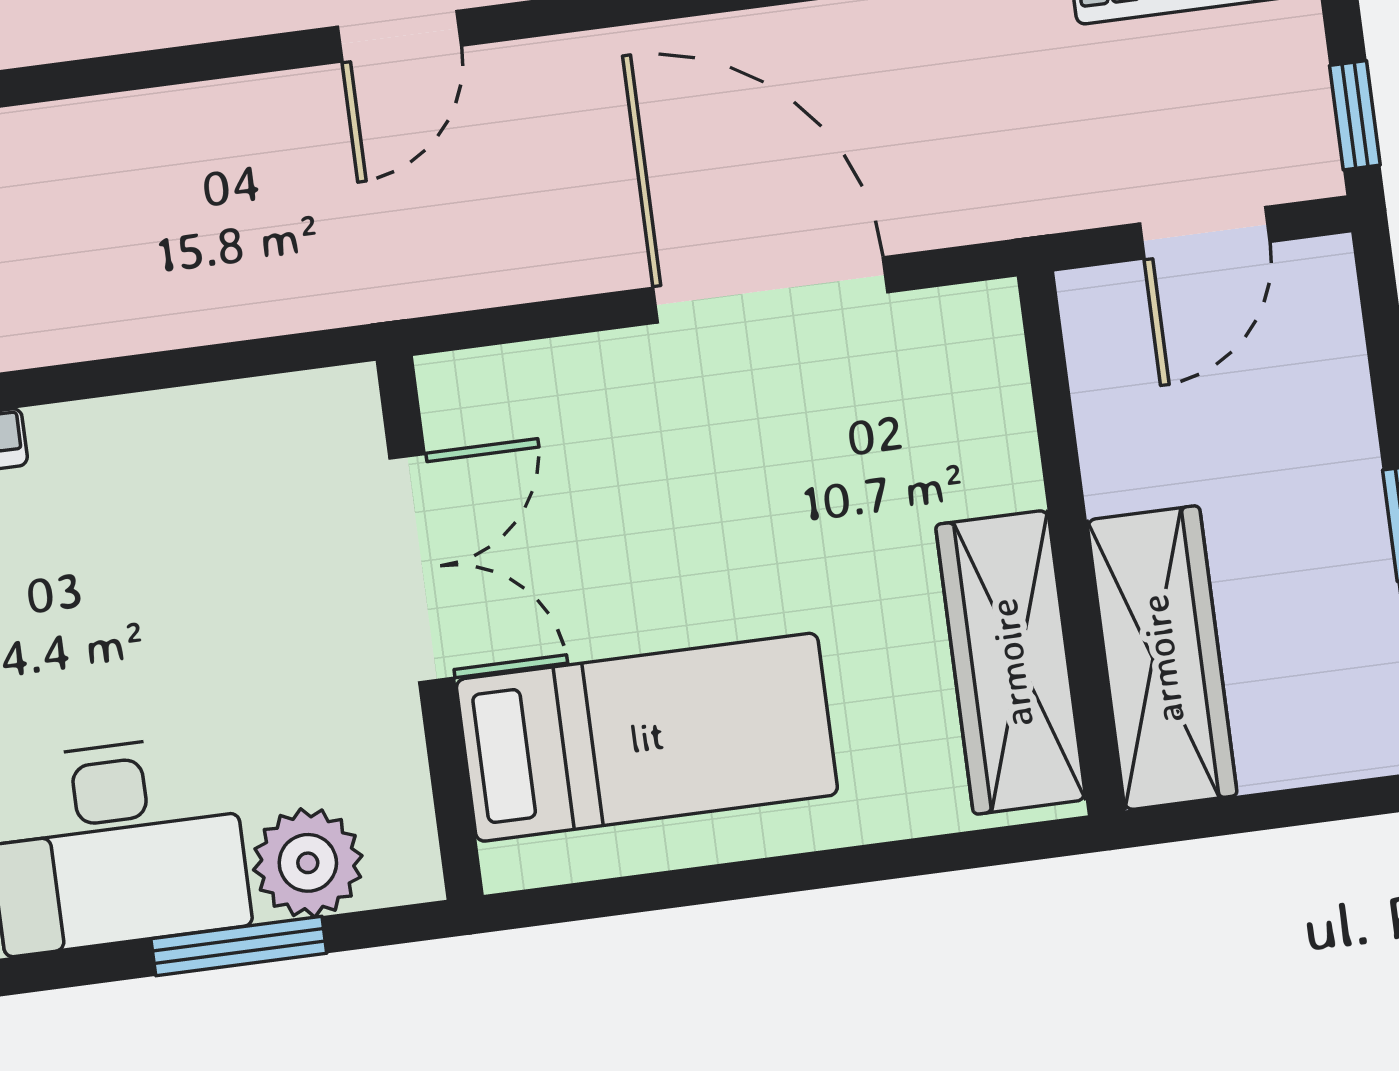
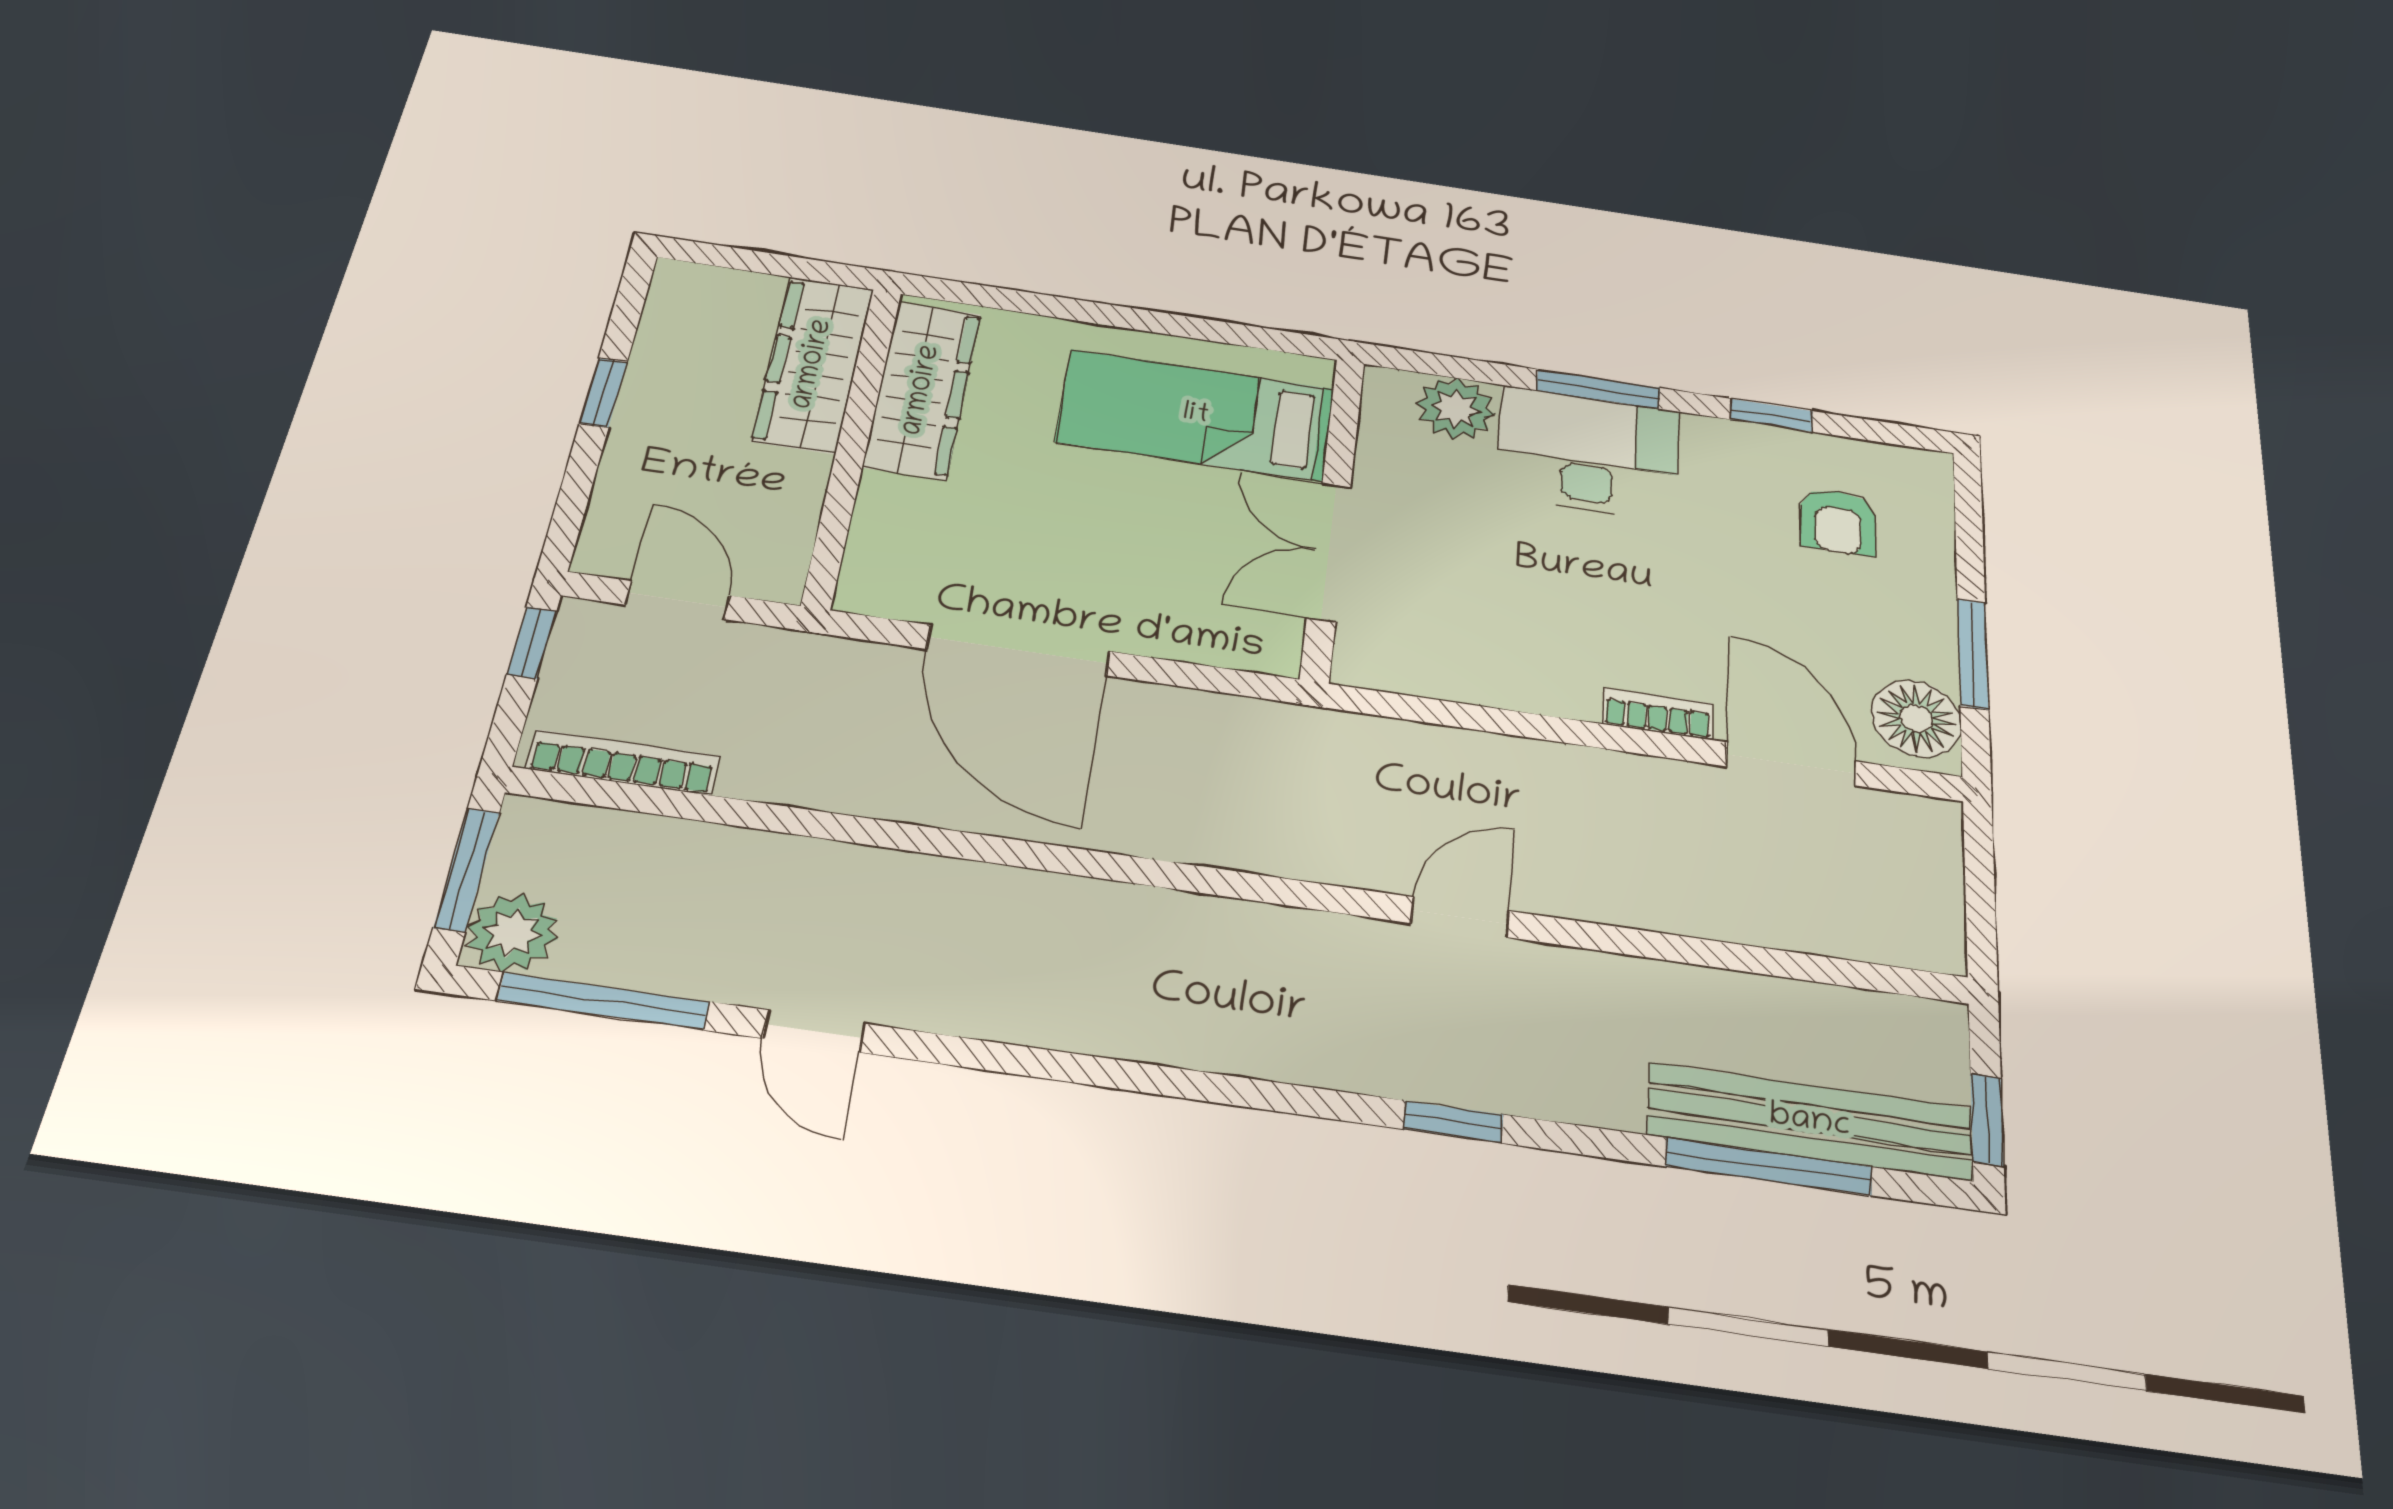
door: (399, 36) -> (1460, 917), moved
door: (1205, 233) -> (678, 600), hinge flipped
window: (239, 946) -> (1598, 389), moved

